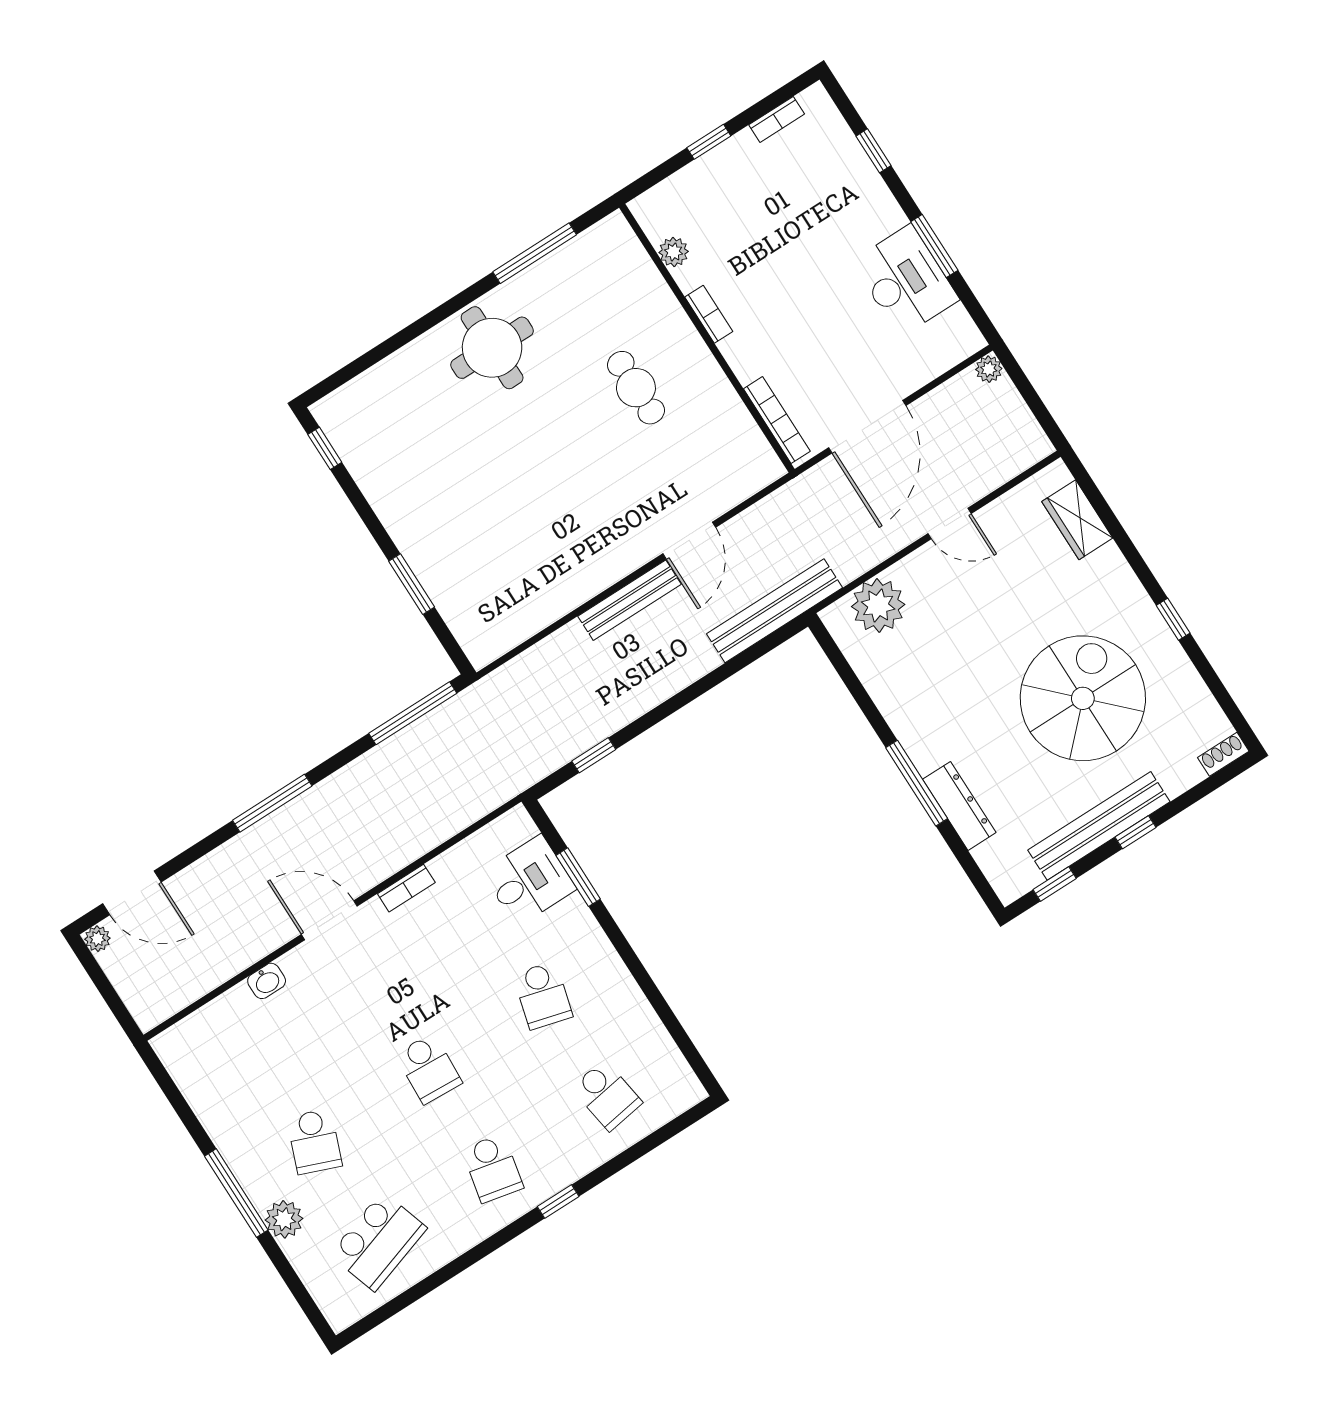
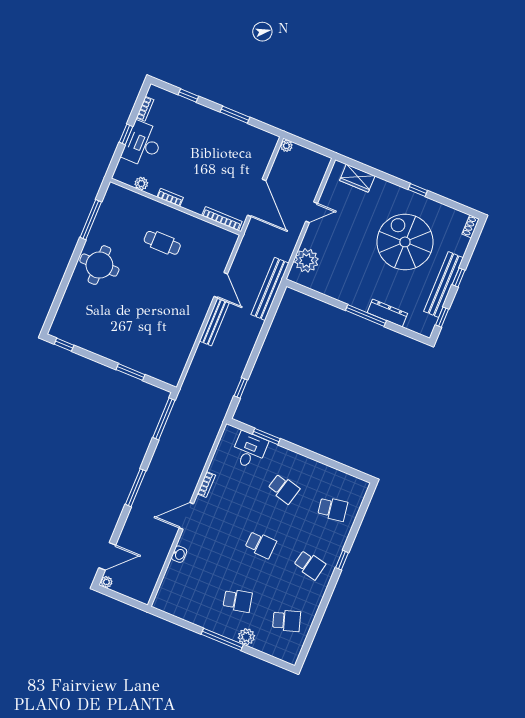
desk: (905, 281) -> (143, 144), moved, turned -90
school desk: (314, 1141) -> (238, 601), turned -33
school desk: (378, 1241) -> (287, 621), width x0.54

